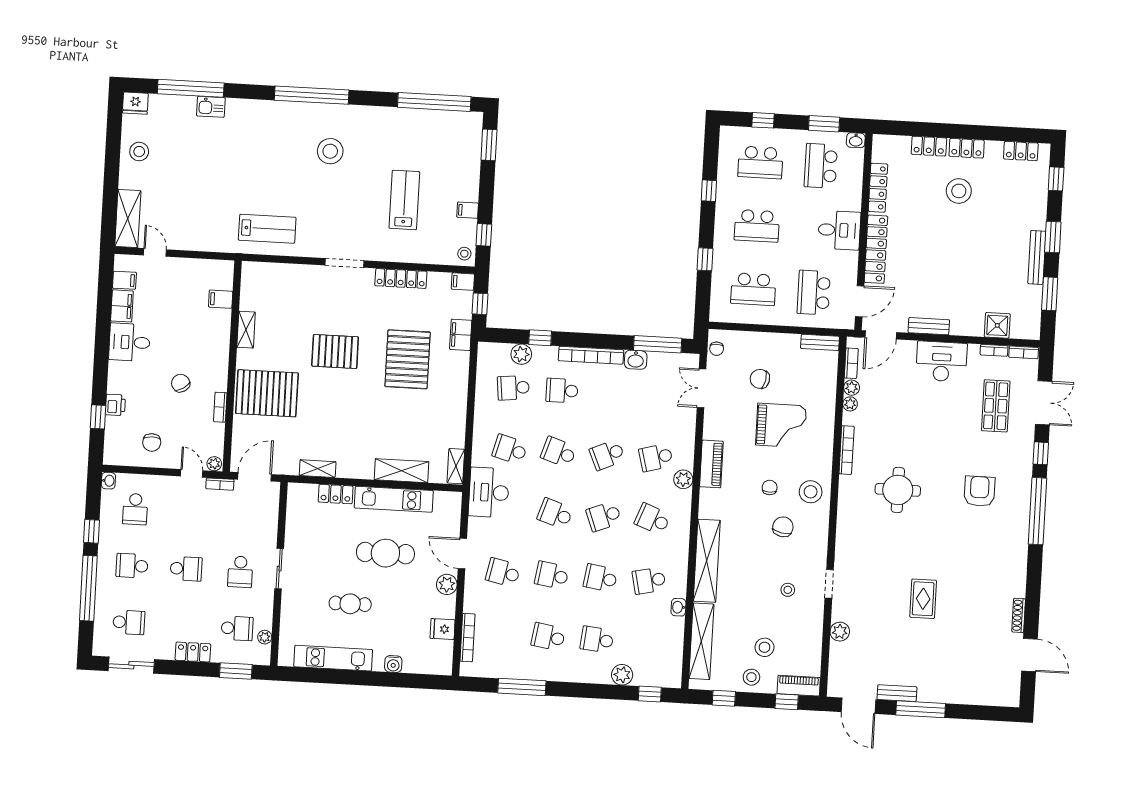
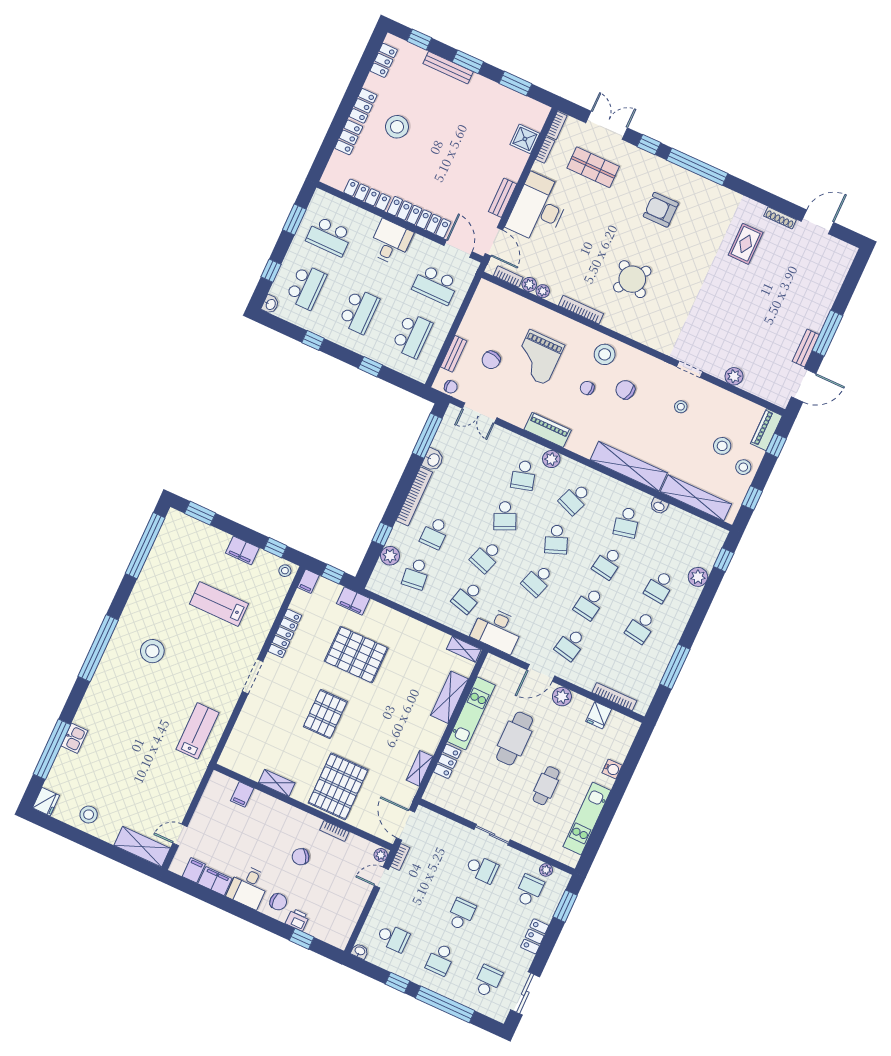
washbasin: (856, 140) -> (270, 304), moved
filing cabinet: (468, 210) -> (242, 550), width x2.00
bench: (1037, 257) -> (448, 68), moved
bench: (820, 342) -> (454, 354), moved
desk: (942, 361) -> (539, 209), width x1.36, depth x1.30
grand piano: (781, 425) -> (538, 357), turned 180
chair: (152, 442) -> (278, 902), moved
round table: (898, 490) -> (632, 279), turned 35
rug: (923, 599) -> (746, 244), moved, turned 90

